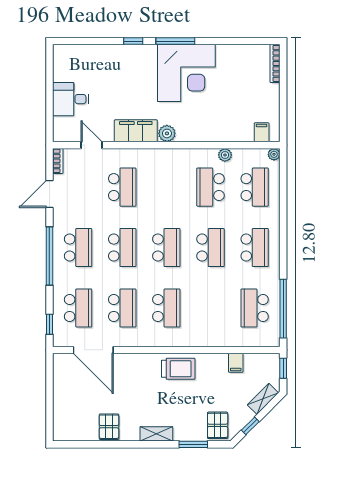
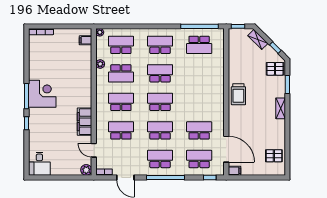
corner desk: (186, 73) -> (42, 94), width x0.74, depth x0.74
desk: (71, 99) -> (39, 164), moved
plant: (167, 133) -> (86, 170), moved
door: (92, 145) -> (94, 150), hinge flipped
school desk: (166, 308) -> (121, 102), moved
door: (93, 350) -> (226, 149), hinge flipped
filing cabinet: (236, 363) -> (235, 171), moved
trolley: (178, 369) -> (238, 94), turned 180
pallet: (109, 427) -> (274, 156), moved

